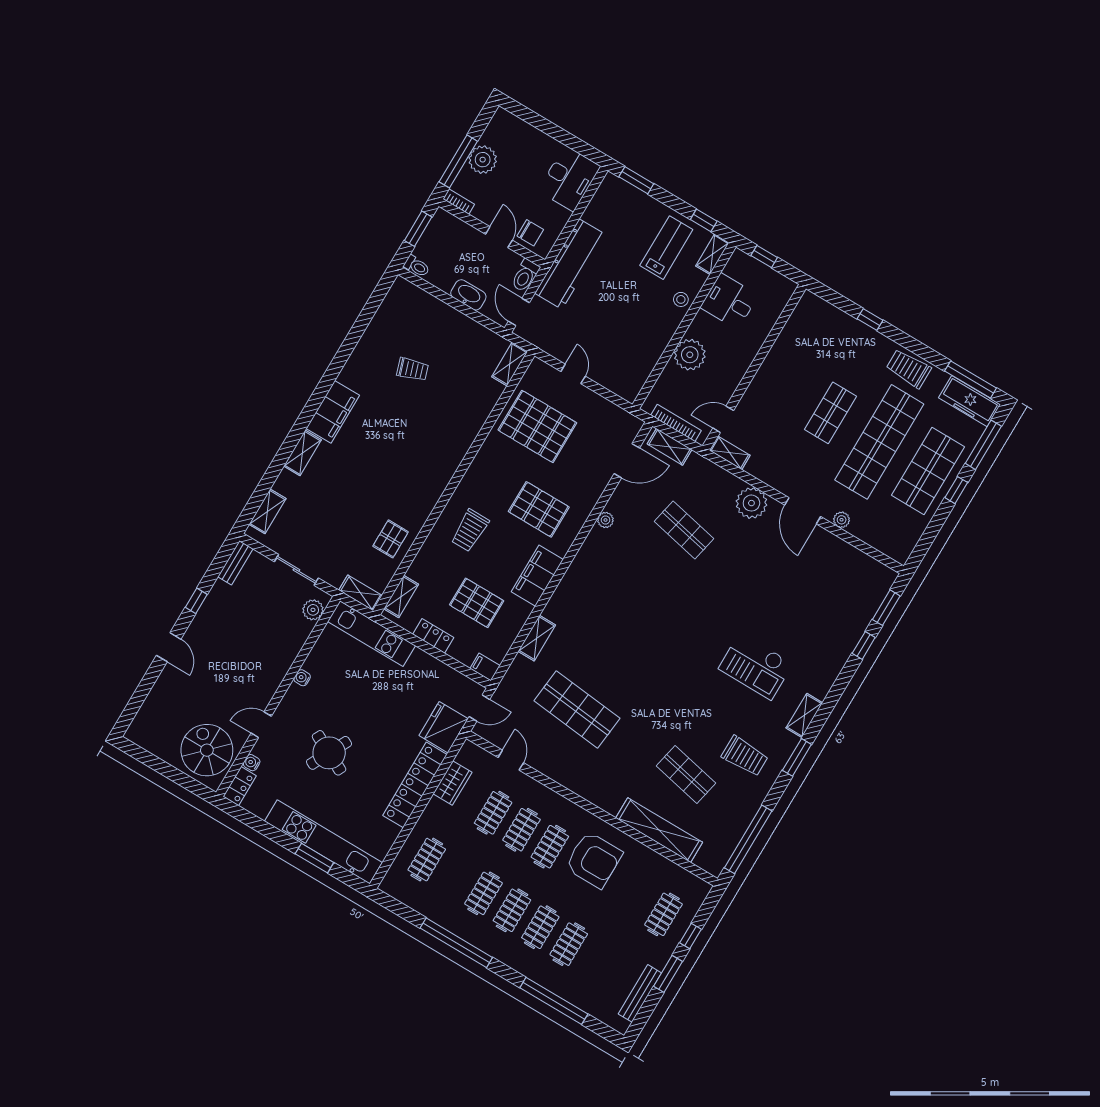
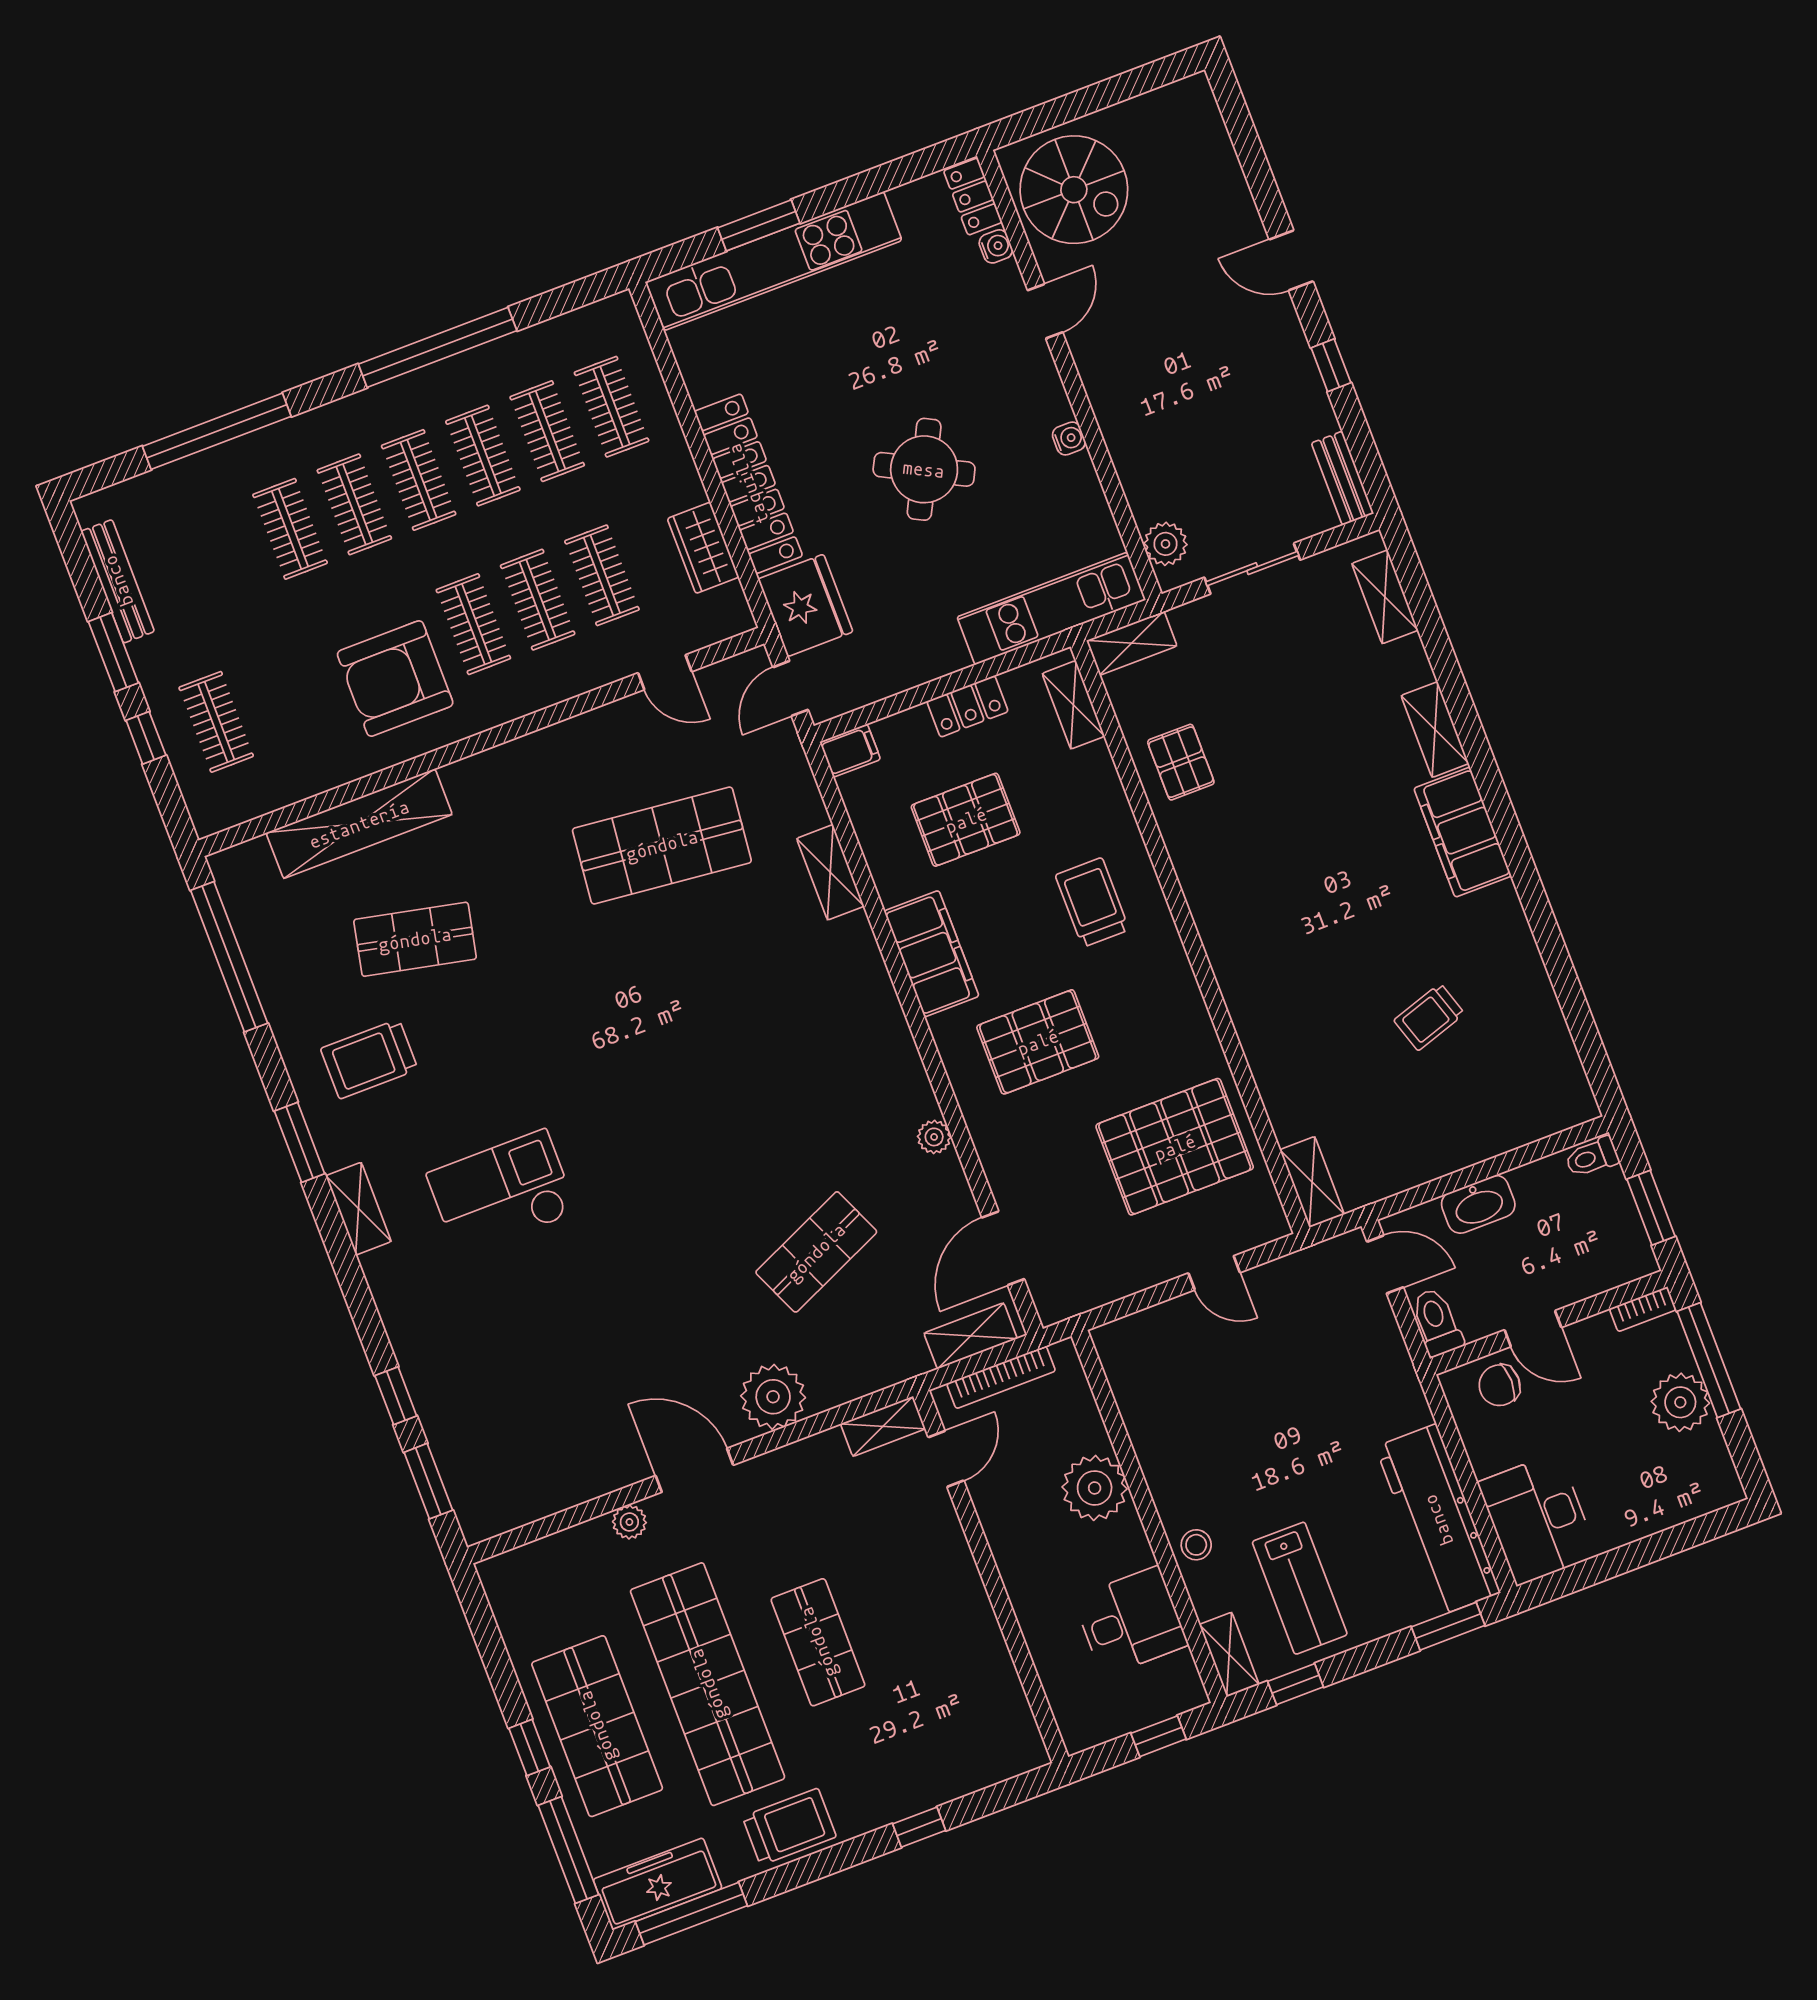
workbench: (571, 264) -> (1438, 1520), moved
shop shelf: (684, 530) -> (816, 1252), turned -36
round table: (329, 753) -> (924, 469), moved
clothes rail: (455, 876) -> (547, 431), added

